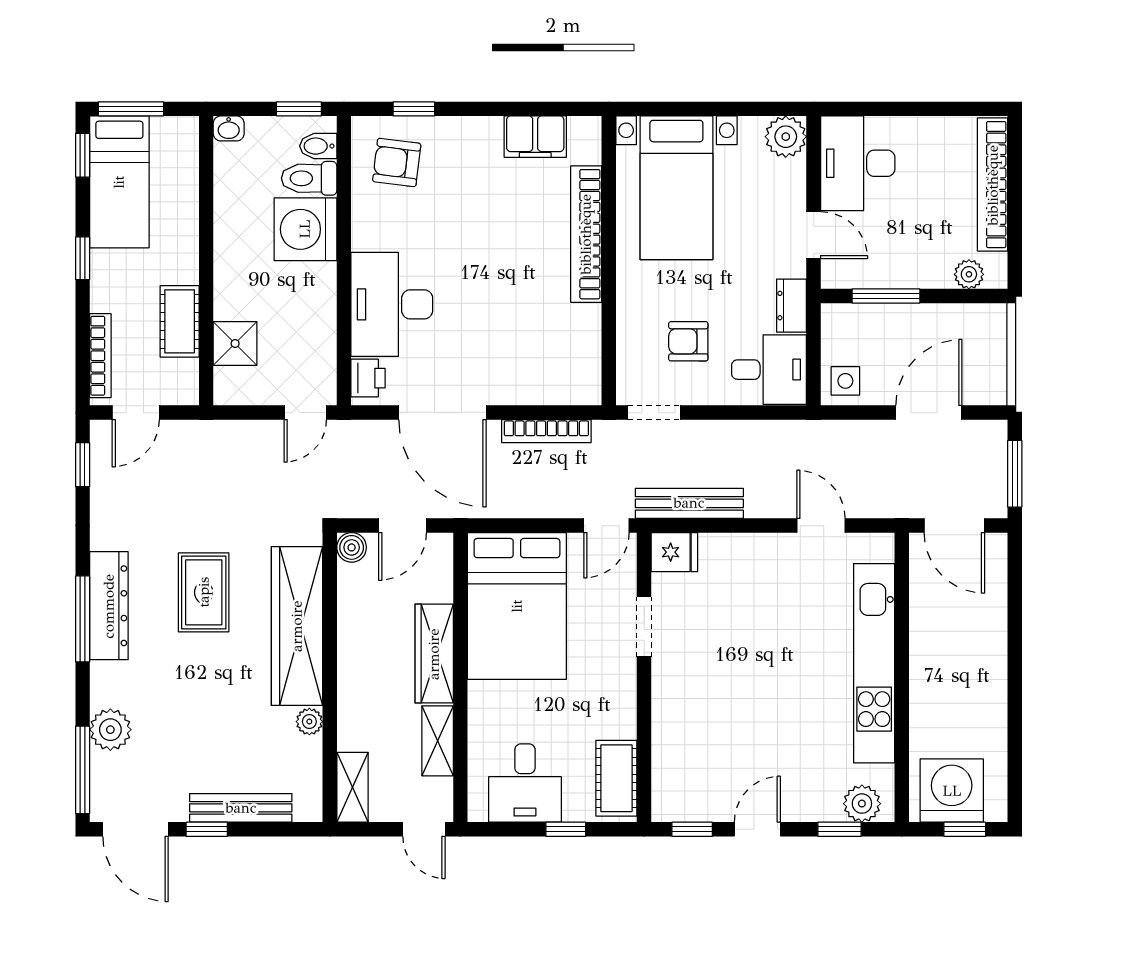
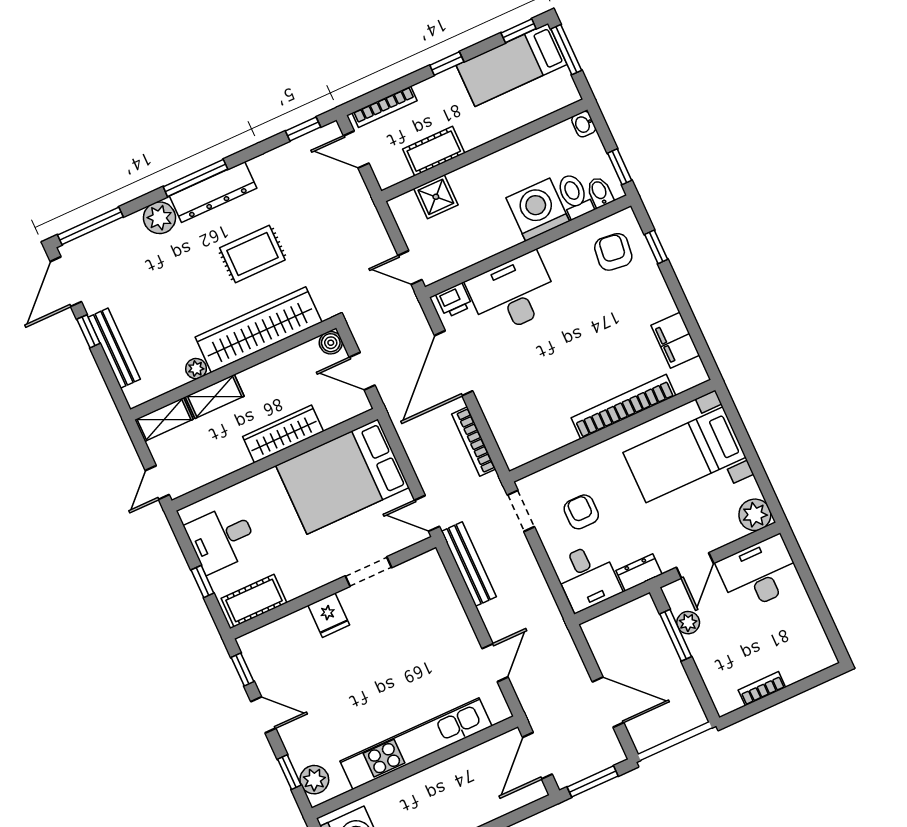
bookcase: (993, 185) -> (762, 689), width x0.43, depth x0.76
plant: (969, 274) -> (688, 623), moved
side table: (845, 381) -> (604, 634), removed
fridge: (674, 552) -> (329, 615), moved
plant: (110, 730) -> (159, 218), moved
shelving: (438, 741) -> (215, 396), moved

